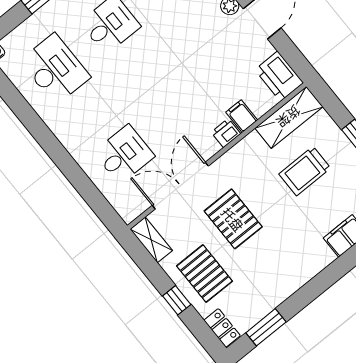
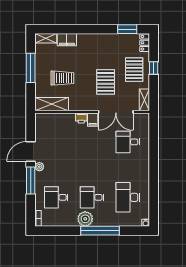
printer: (279, 76) -> (42, 123), removed
filing cabinet: (242, 116) -> (93, 120), moved

